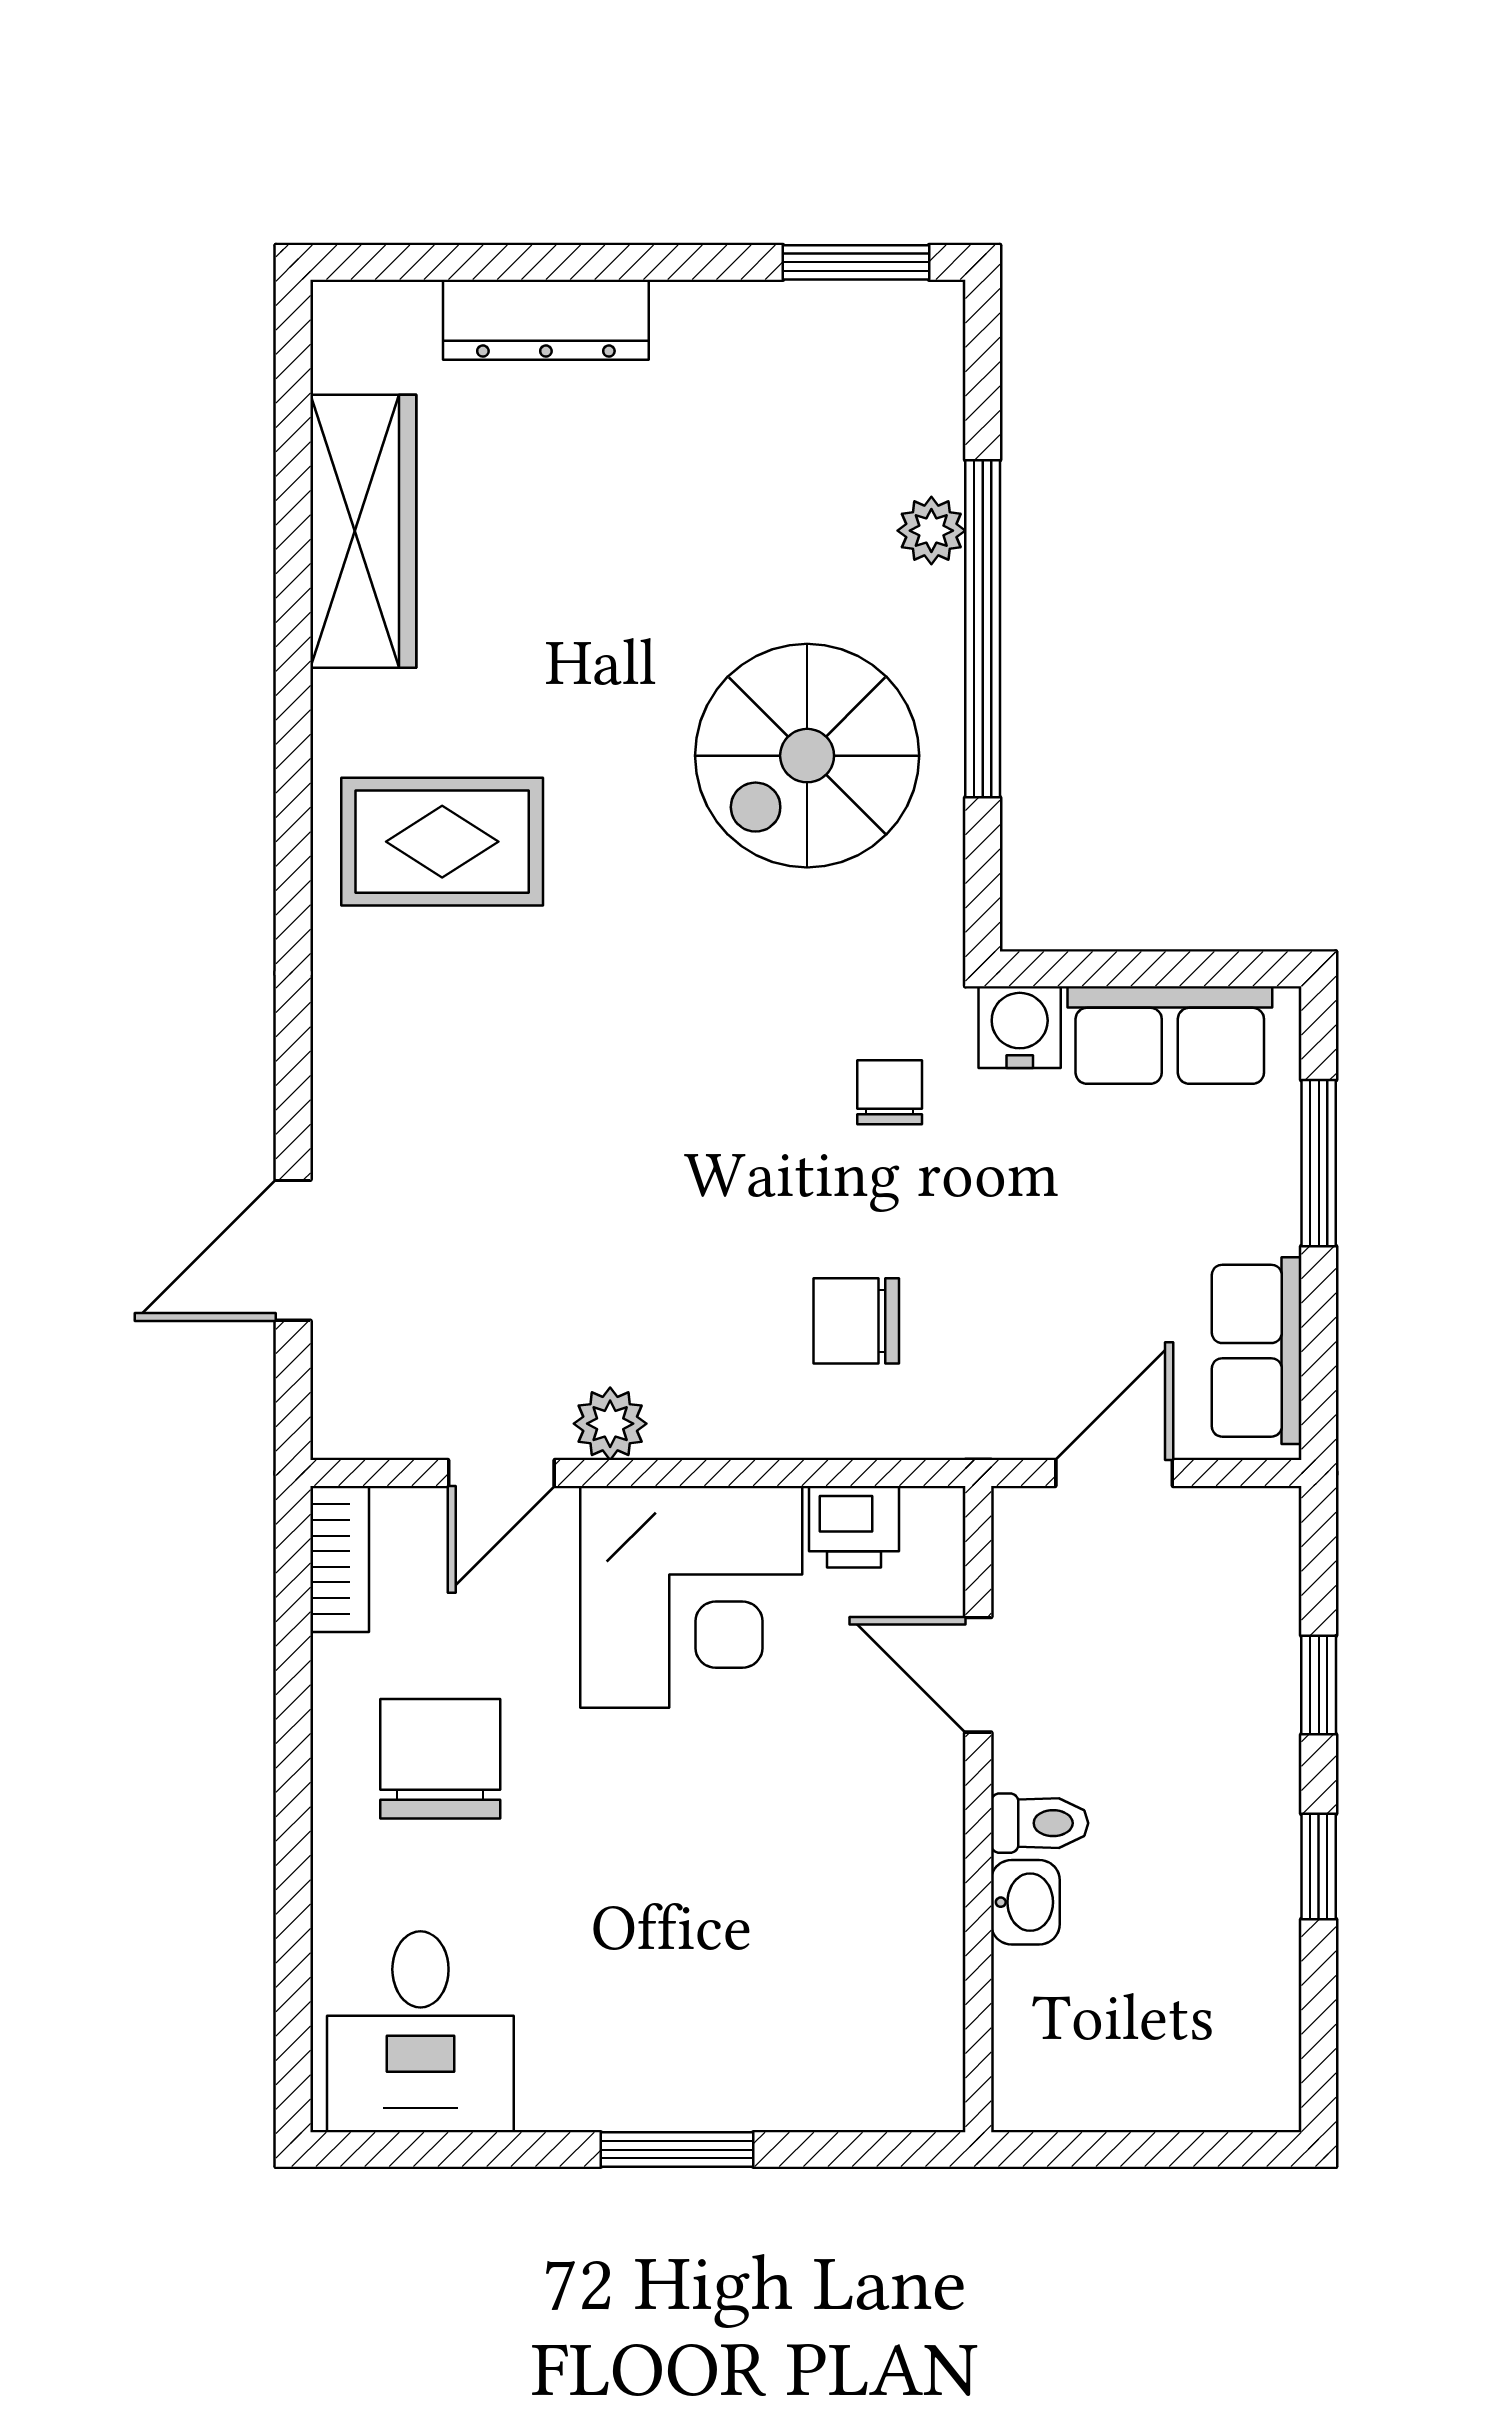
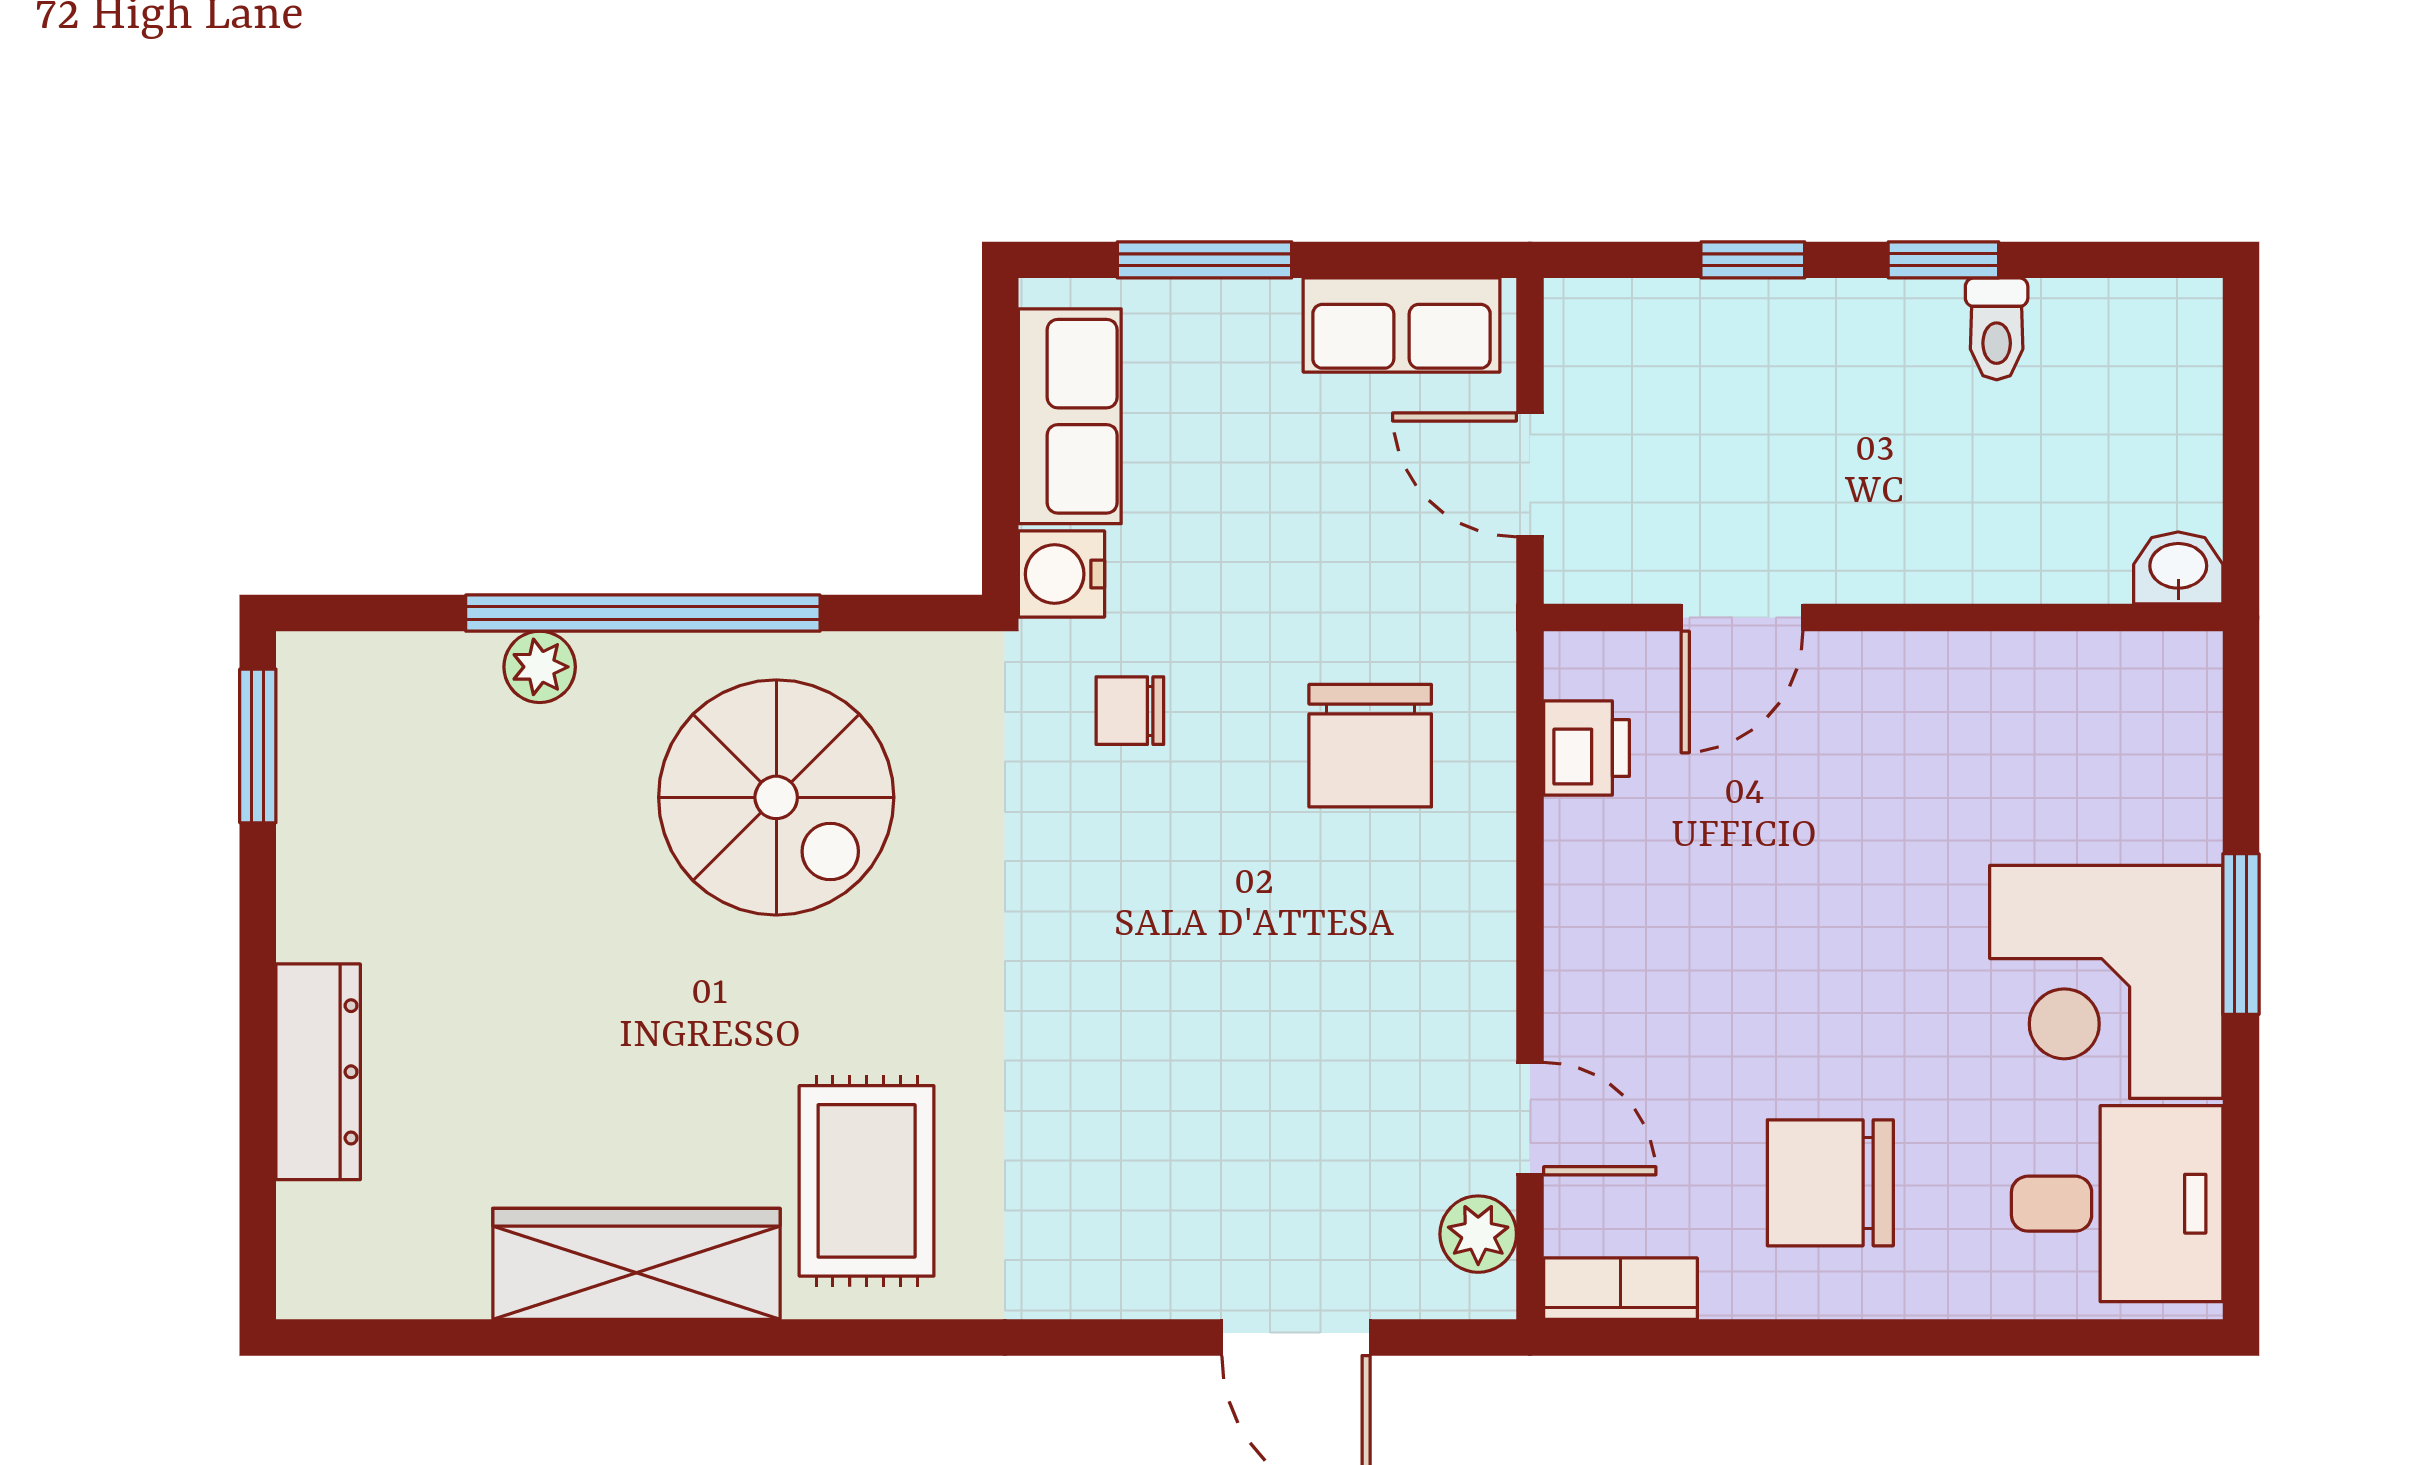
wardrobe: (363, 531) -> (636, 1264), moved
chair: (856, 1321) -> (1370, 746), width x1.37, depth x1.37
plant: (610, 1424) -> (1478, 1234), moved
corner desk: (691, 1597) -> (2106, 982), moved, turned 180
toilet: (1040, 1823) -> (1997, 329), moved, turned 180
washbasin: (1025, 1902) -> (2178, 568), moved

